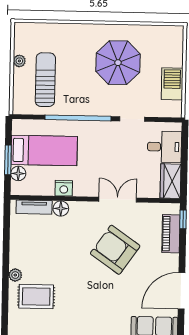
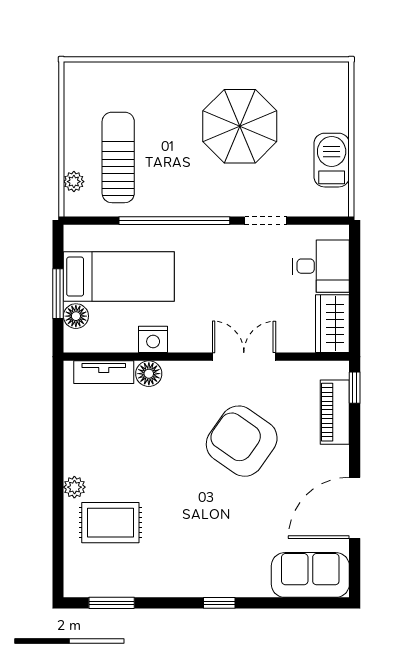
plant: (19, 61) -> (74, 182), moved

